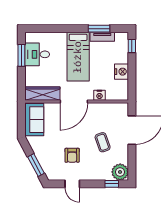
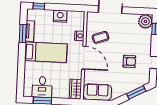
wardrobe: (42, 94) -> (75, 89), width x0.67
coffee table: (103, 142) -> (100, 37), moved

